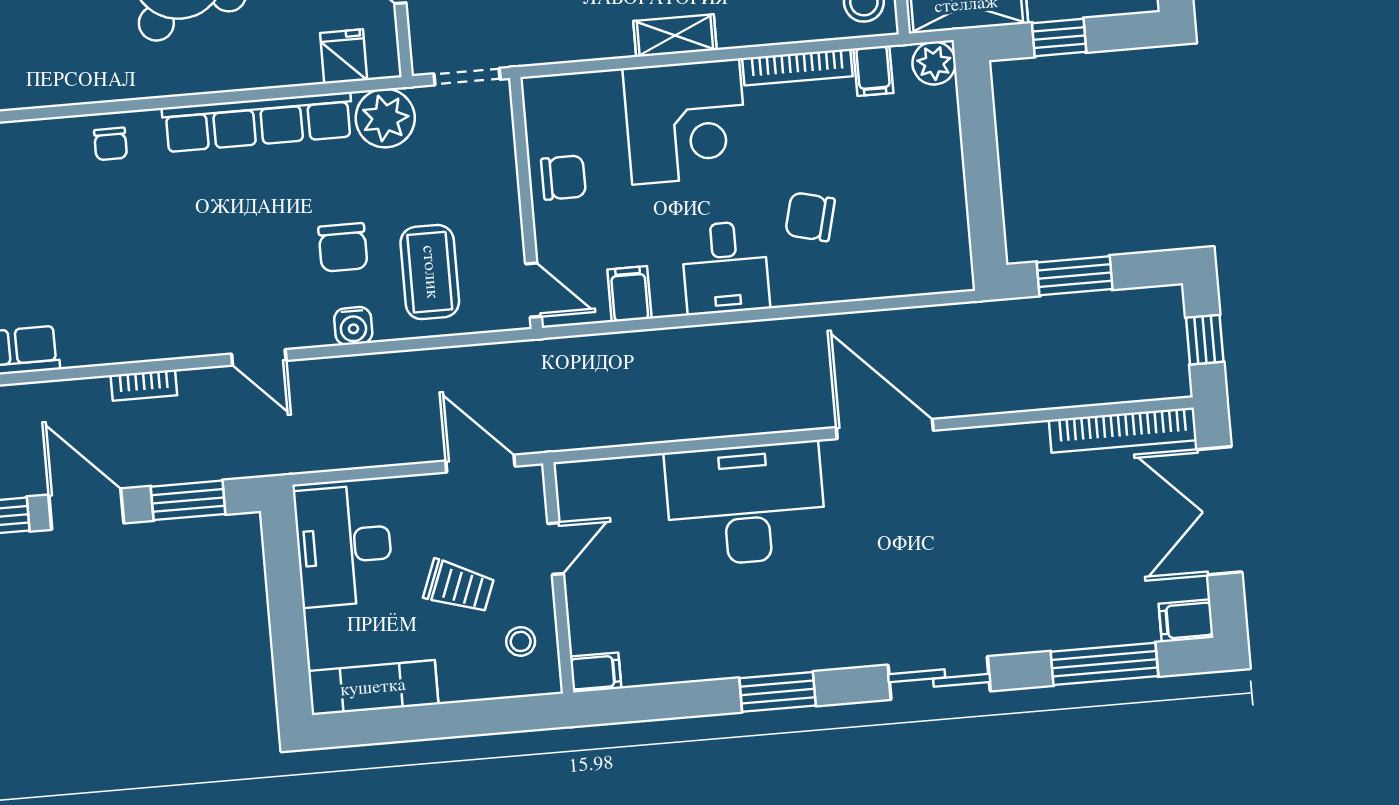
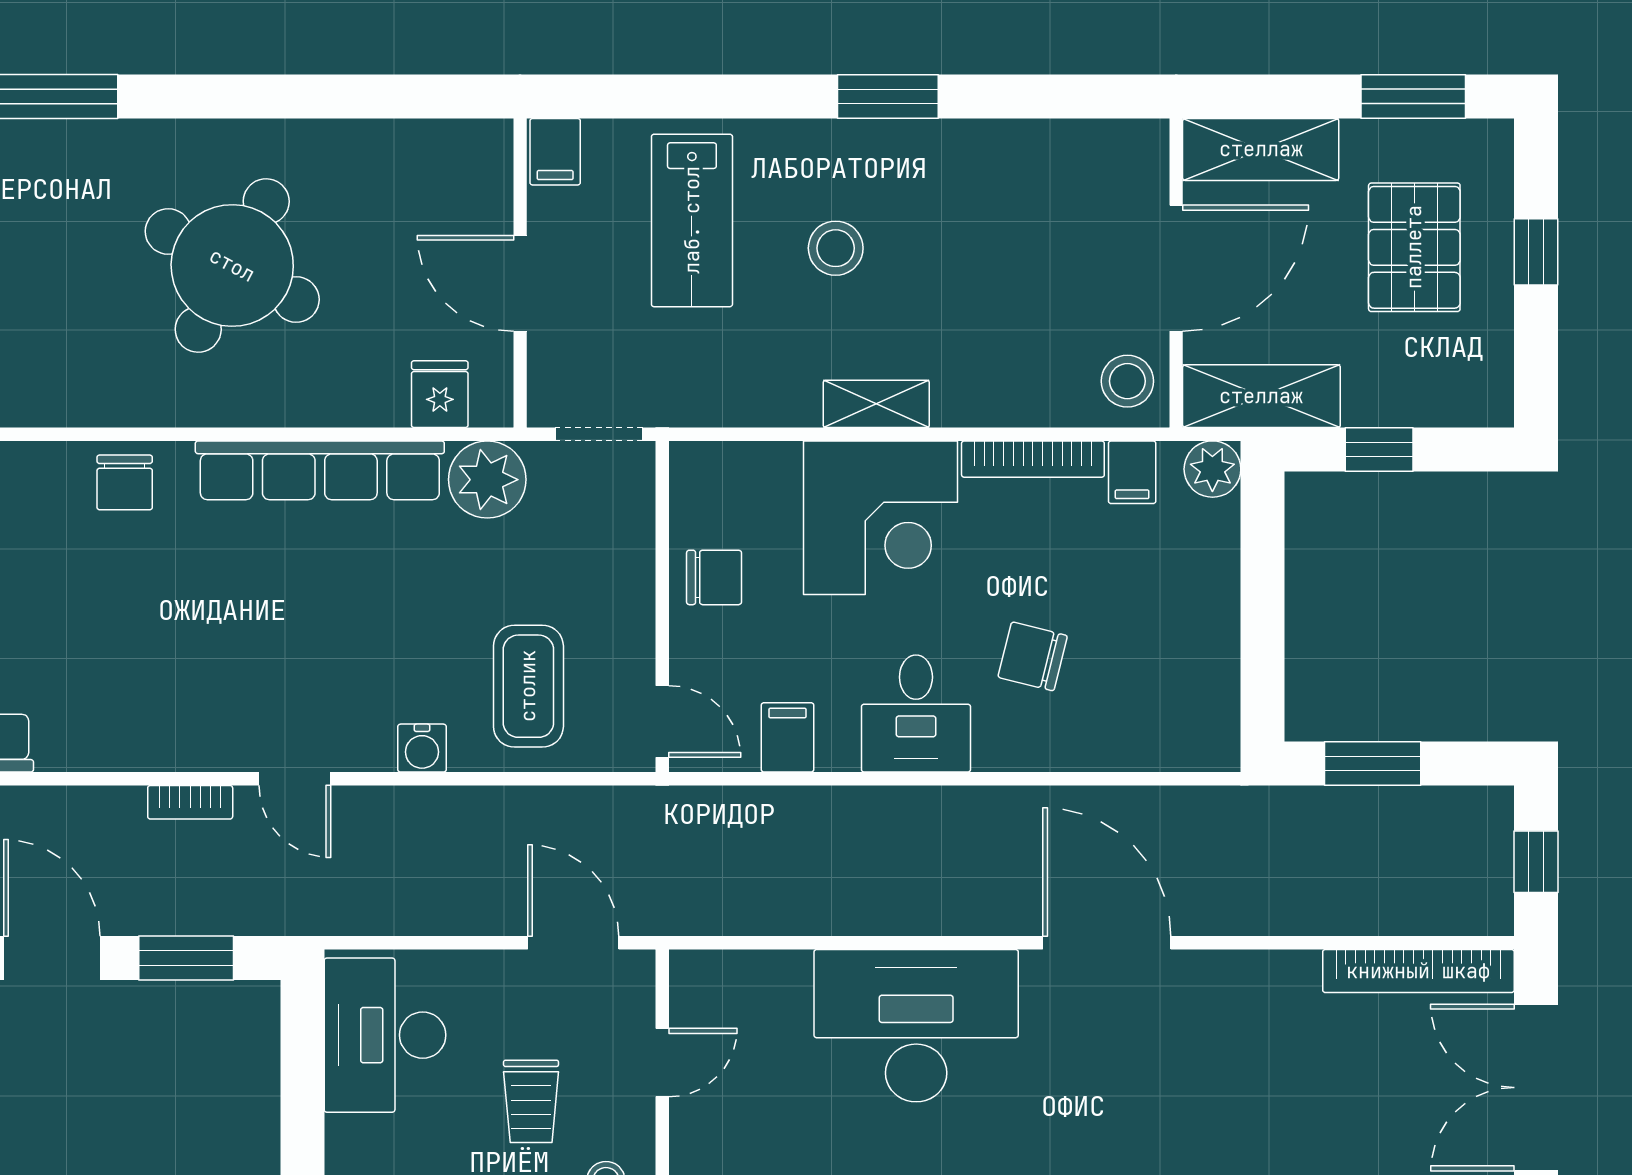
chair: (111, 144) -> (125, 482), width x1.37, depth x1.37
chair: (343, 247) -> (417, 644), removed
bookcase: (144, 385) -> (190, 802), moved
trolley: (459, 587) -> (531, 1101), turned 69

